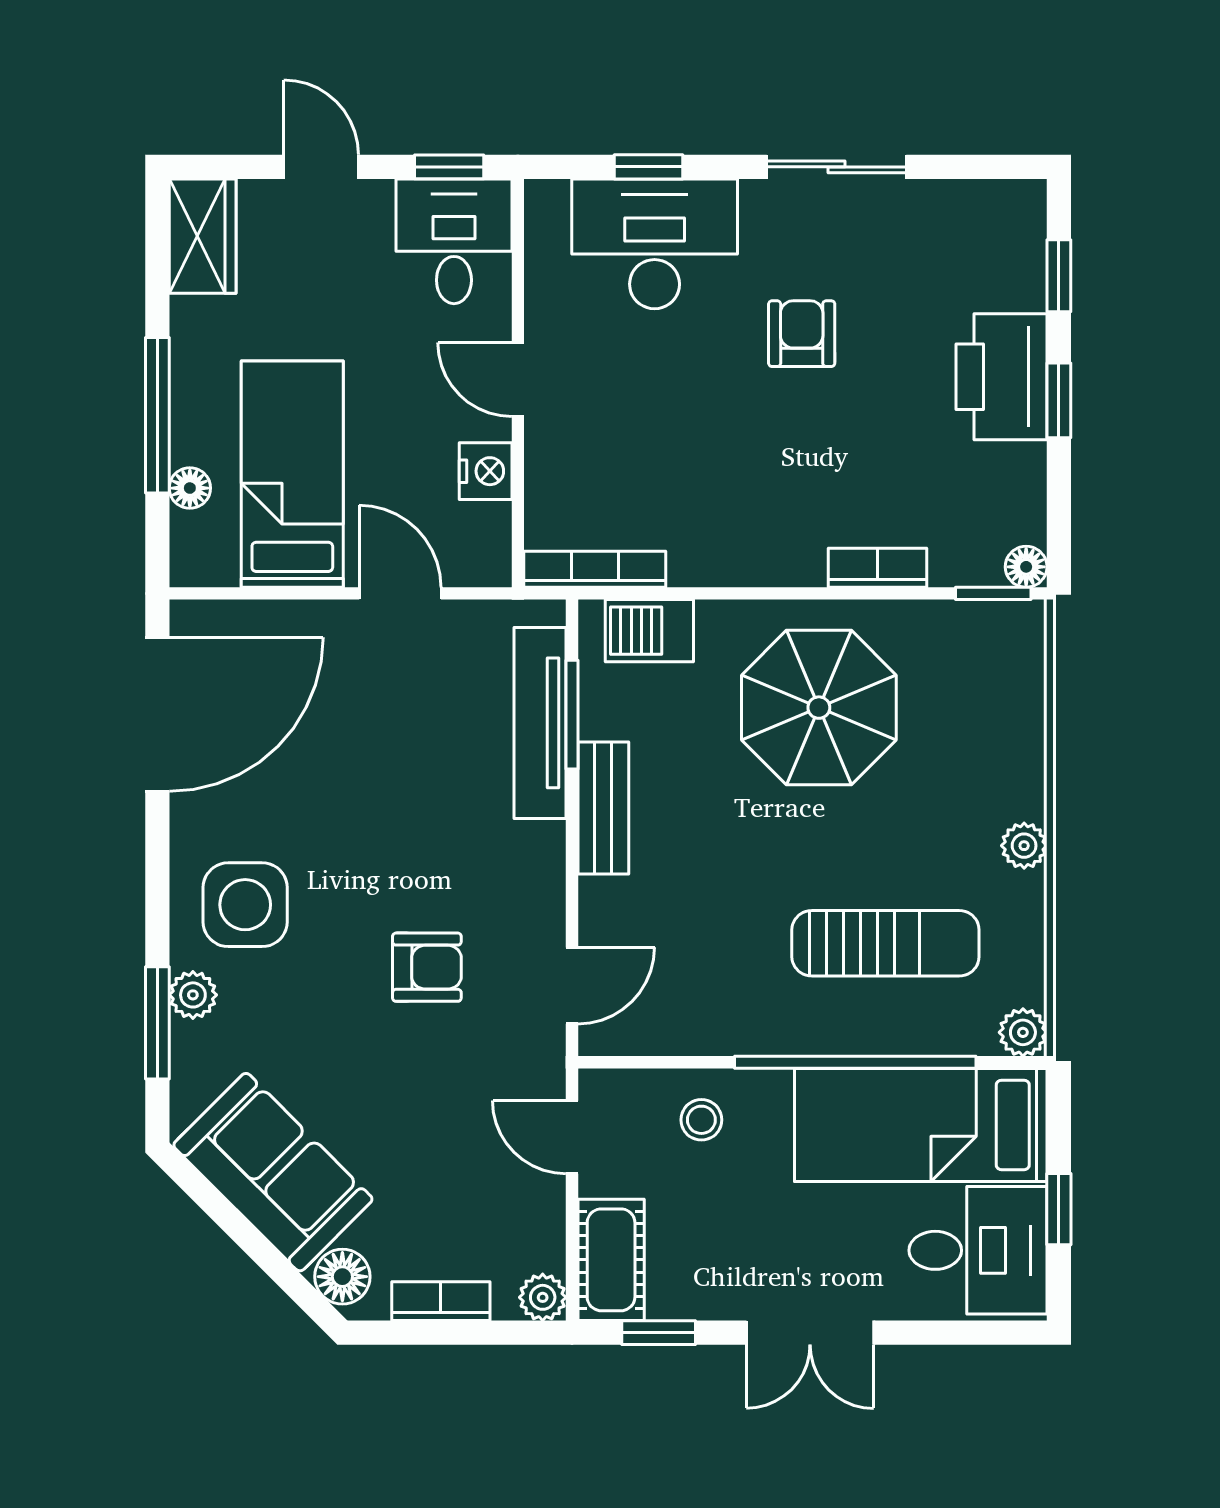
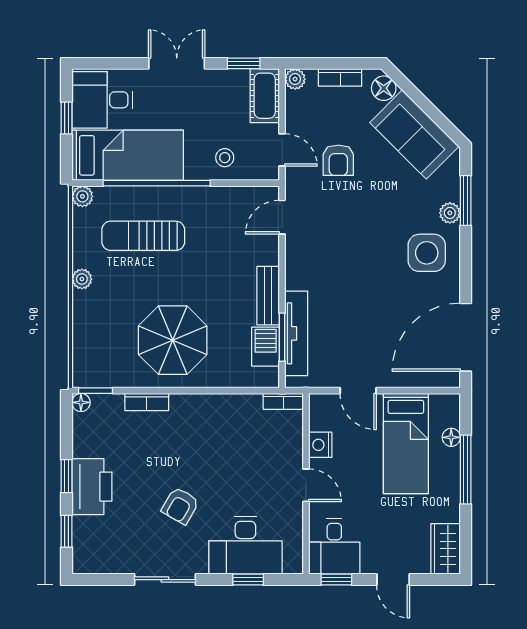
armchair: (802, 334) -> (180, 506), turned 30
bookcase: (595, 569) -> (283, 401), width x0.64
barbecue: (649, 631) -> (266, 347), moved, turned -90
armchair: (427, 967) -> (338, 160), moved, turned -90

